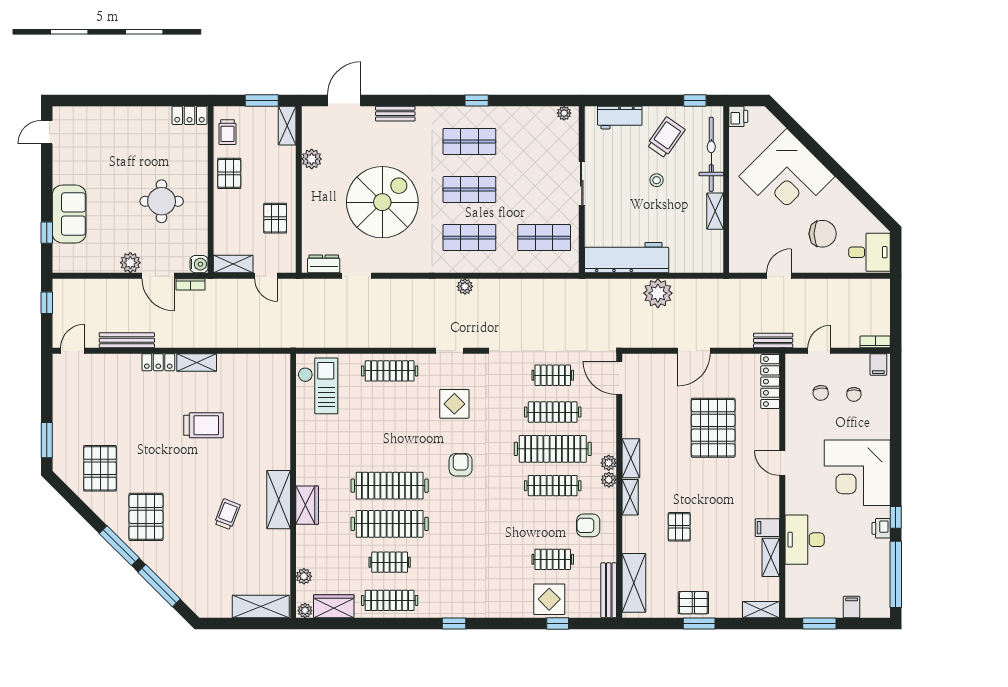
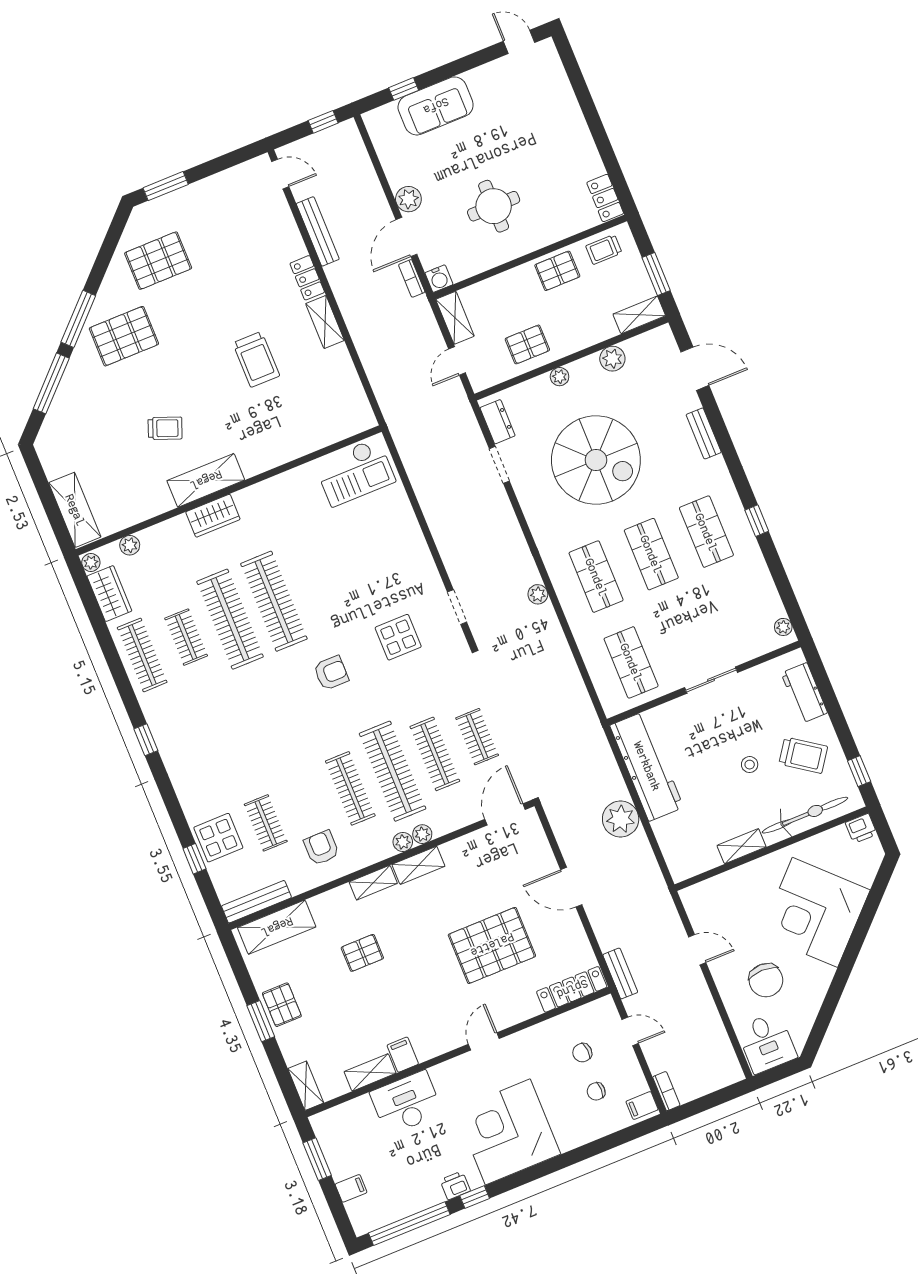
plant: (309, 204) -> (560, 377), added
clothes rail: (390, 371) -> (406, 547), removed
plant: (609, 480) -> (422, 834), moved

